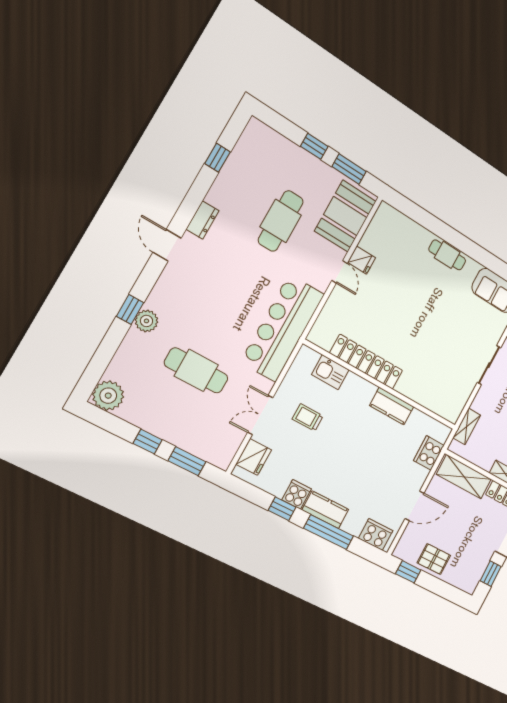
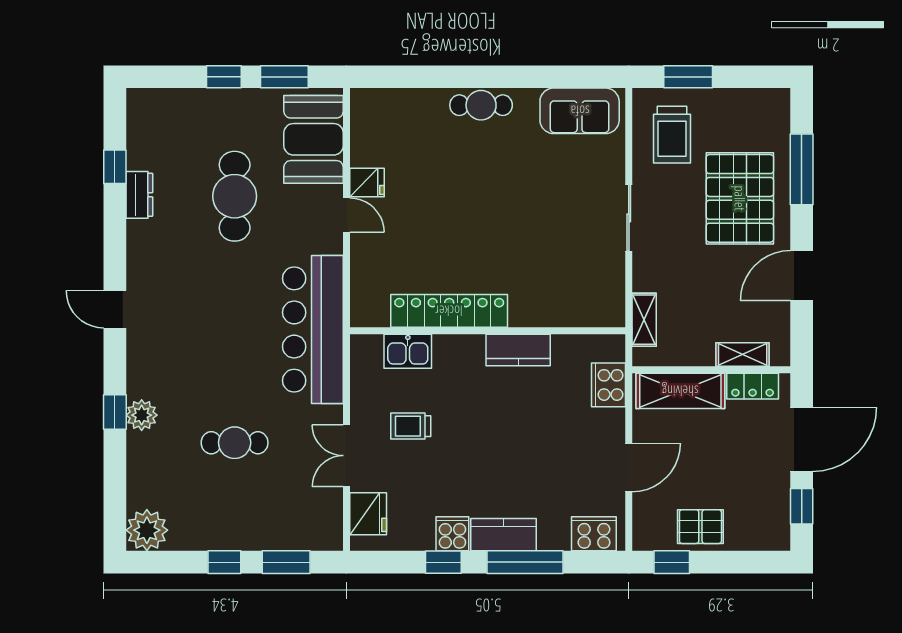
dresser: (203, 220) -> (139, 195), moved
cafe table: (196, 370) -> (235, 443), width x0.73, depth x0.74

